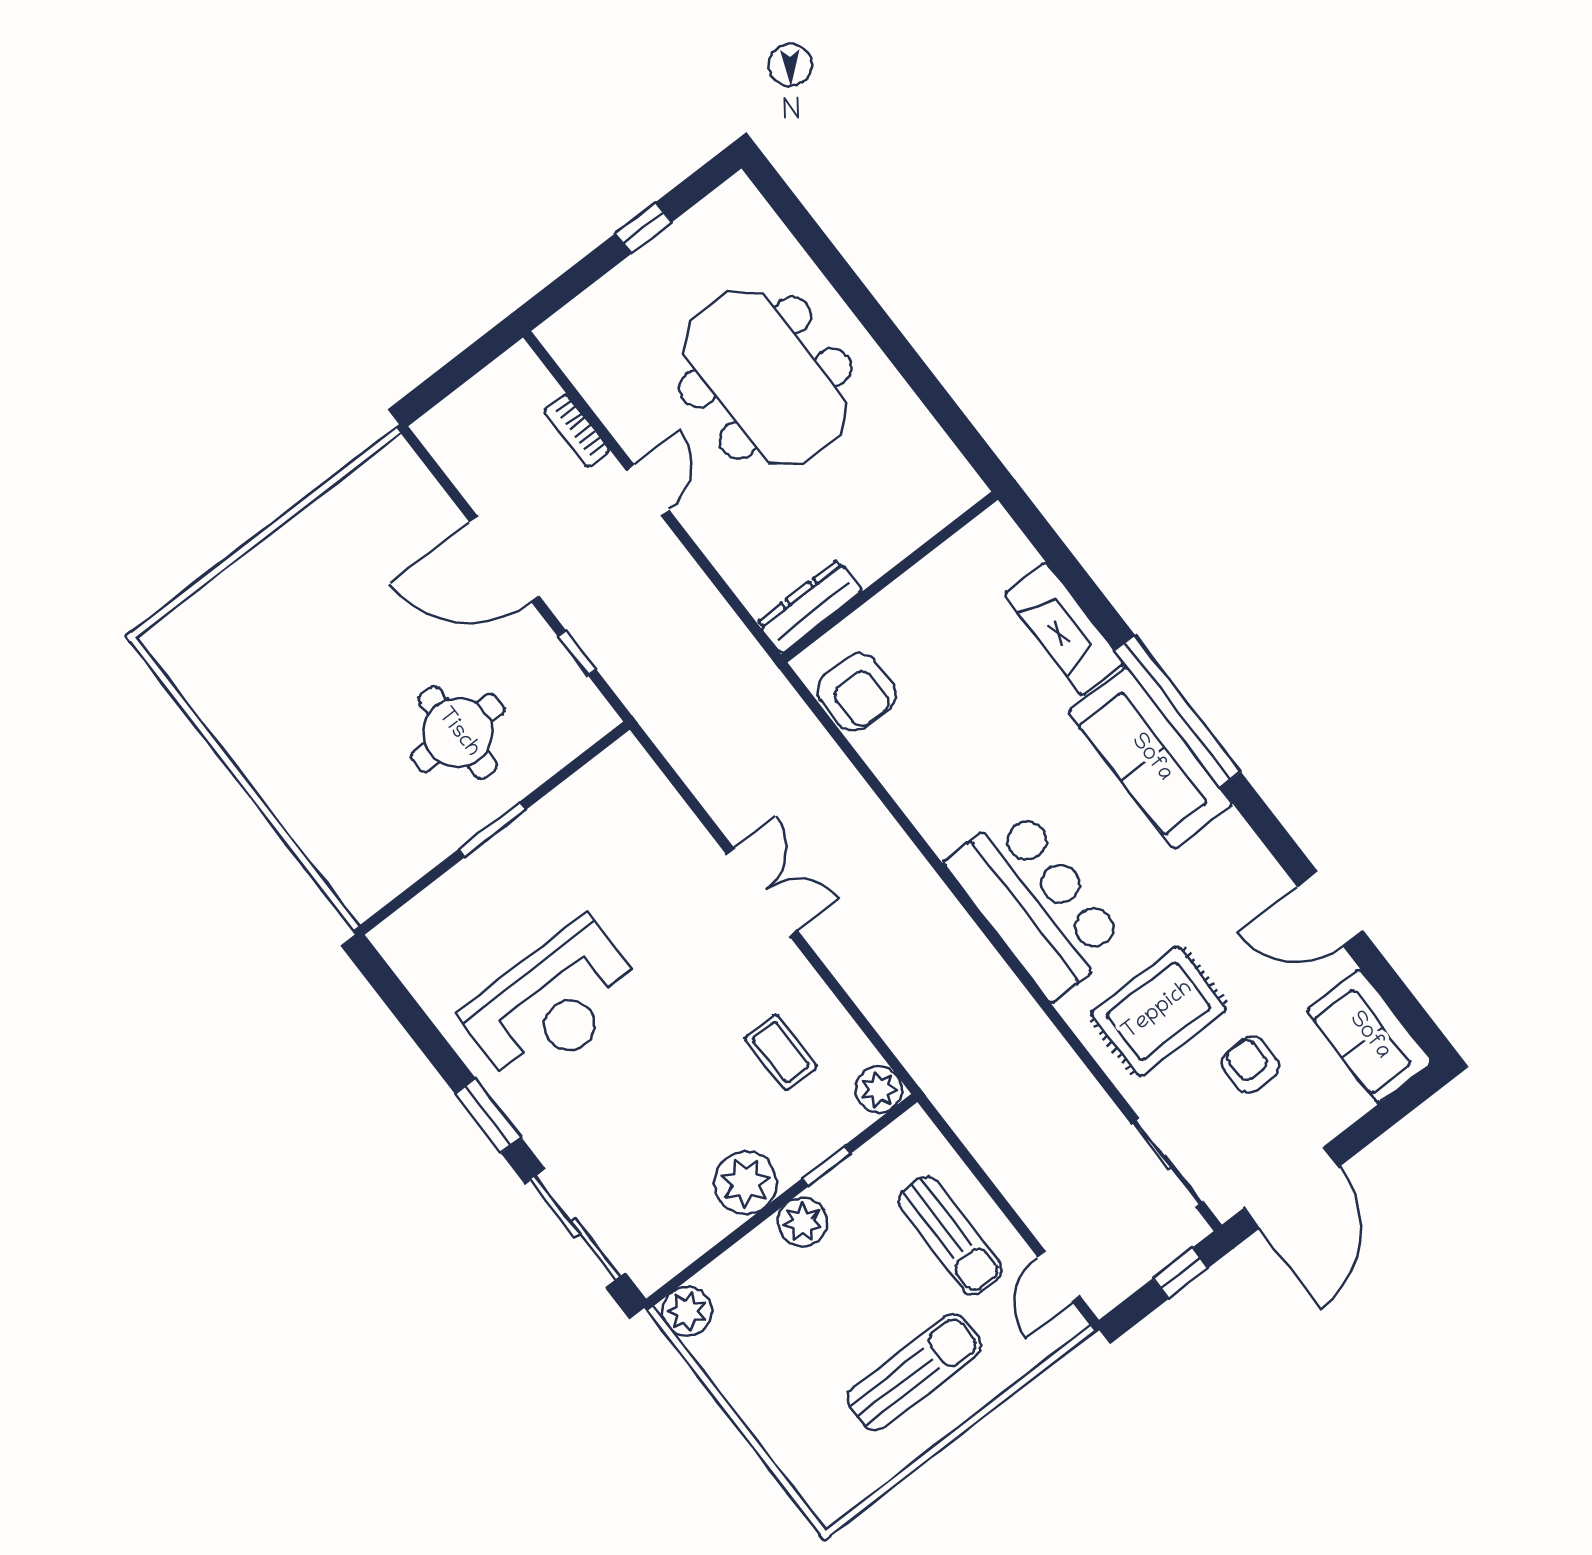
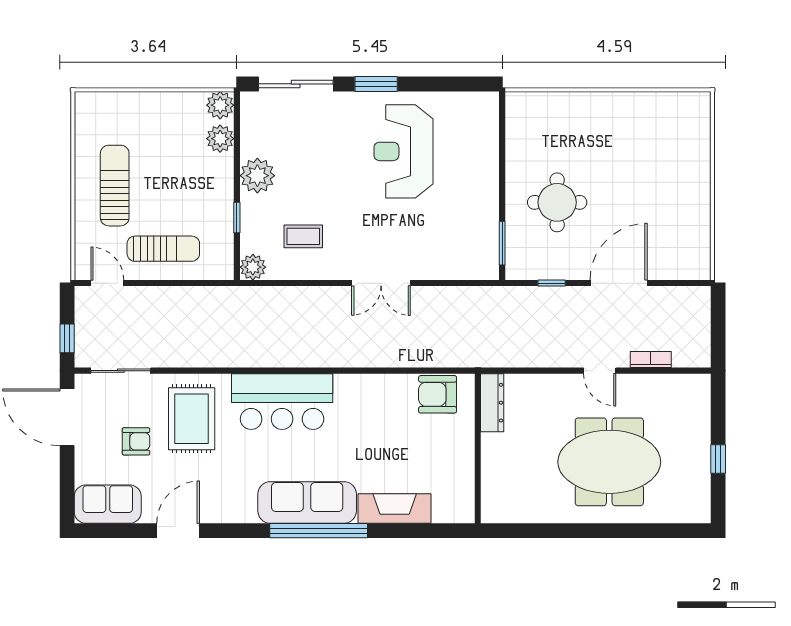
window: (492, 829) -> (502, 243), moved
plant: (802, 1222) -> (220, 139), moved
sun lounger: (950, 1235) -> (163, 249), turned 180
sun lounger: (914, 1372) -> (115, 186), turned 180

